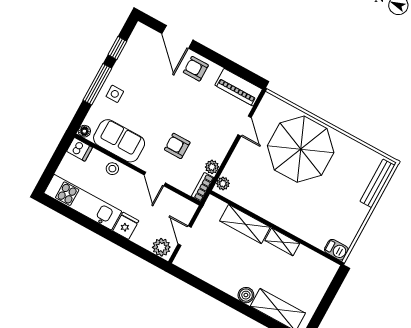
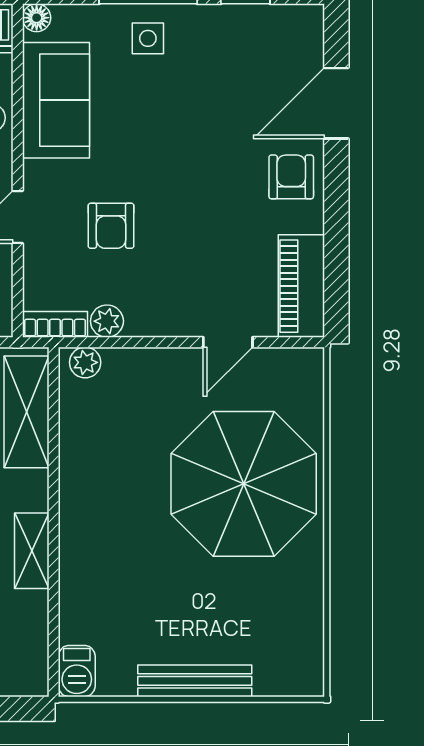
armchair: (177, 146) -> (111, 226), turned 180
bench: (377, 183) -> (195, 681), moved
shelving: (245, 224) -> (26, 412), moved

